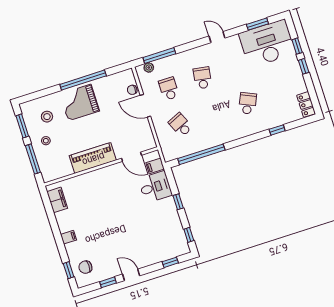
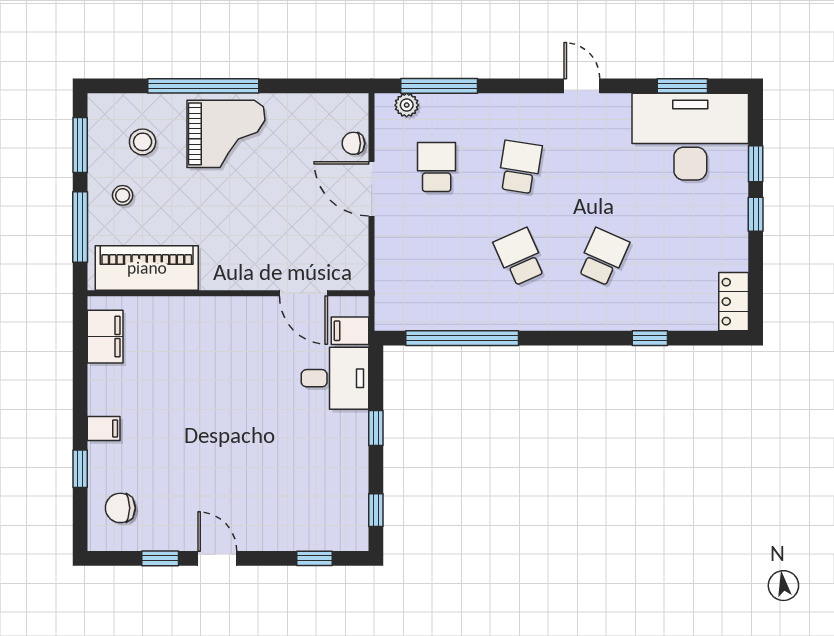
window: (83, 80) -> (203, 86), moved
grand piano: (80, 103) -> (226, 134), turned 180
school desk: (180, 125) -> (520, 257), moved
piano: (93, 158) -> (147, 268), moved
window: (69, 270) -> (80, 469), moved

